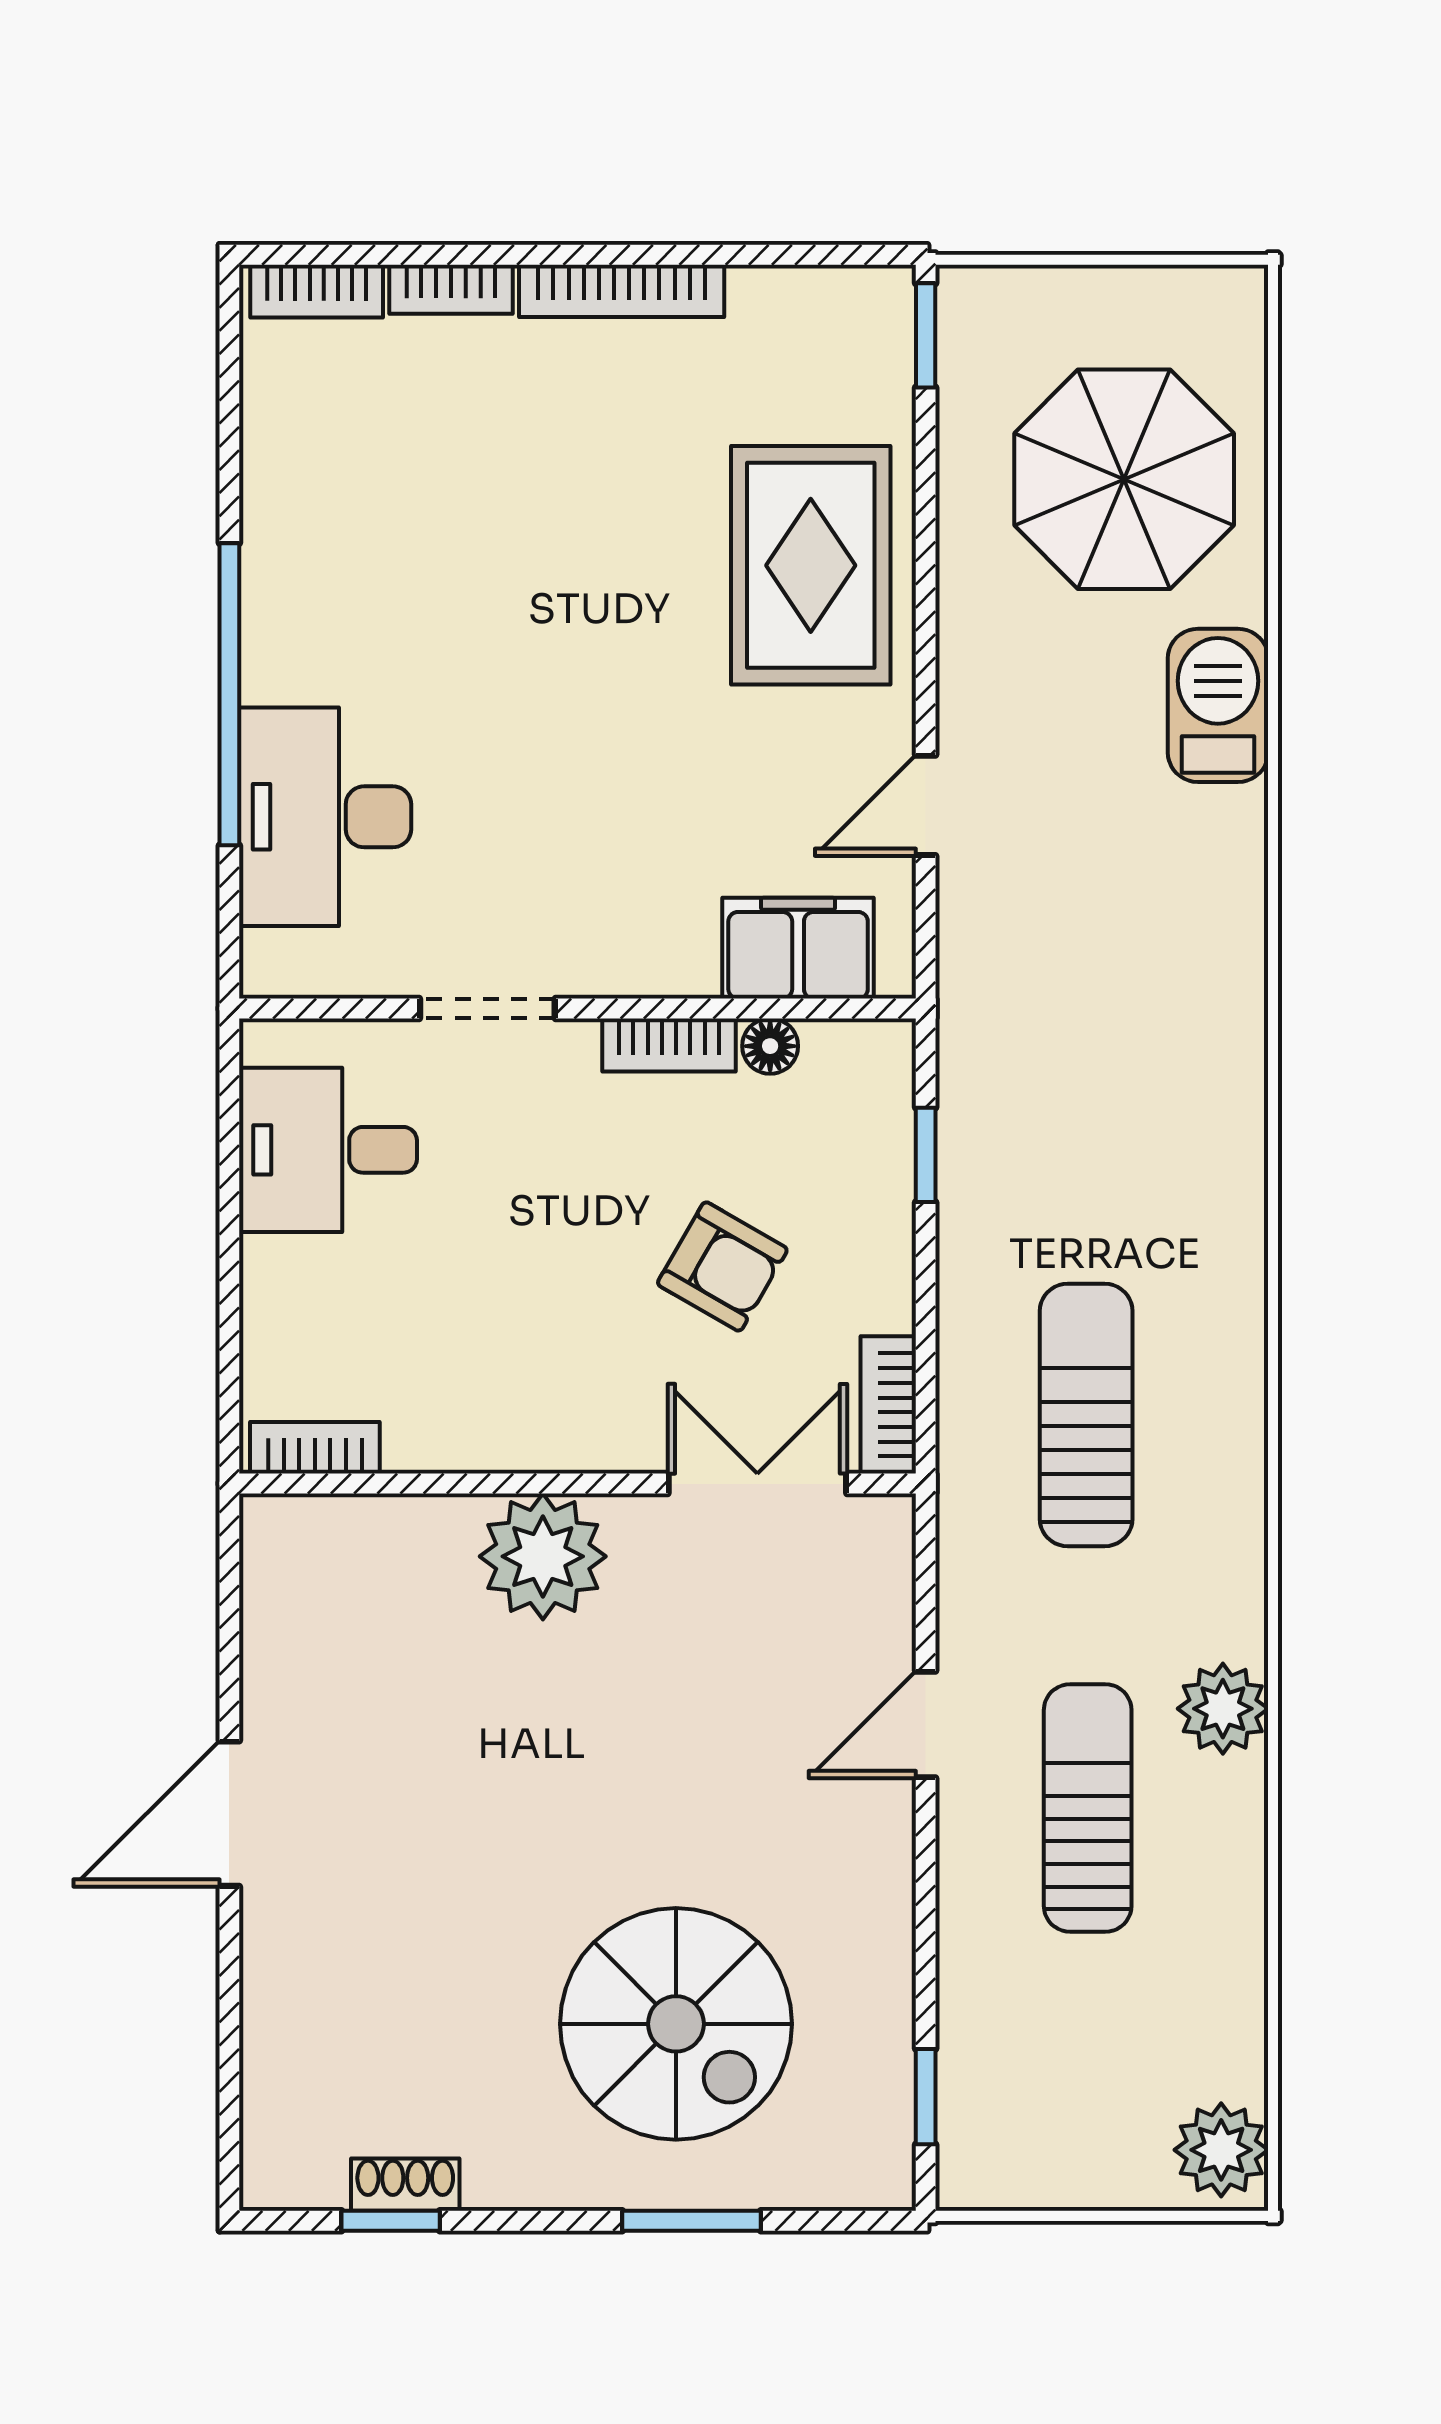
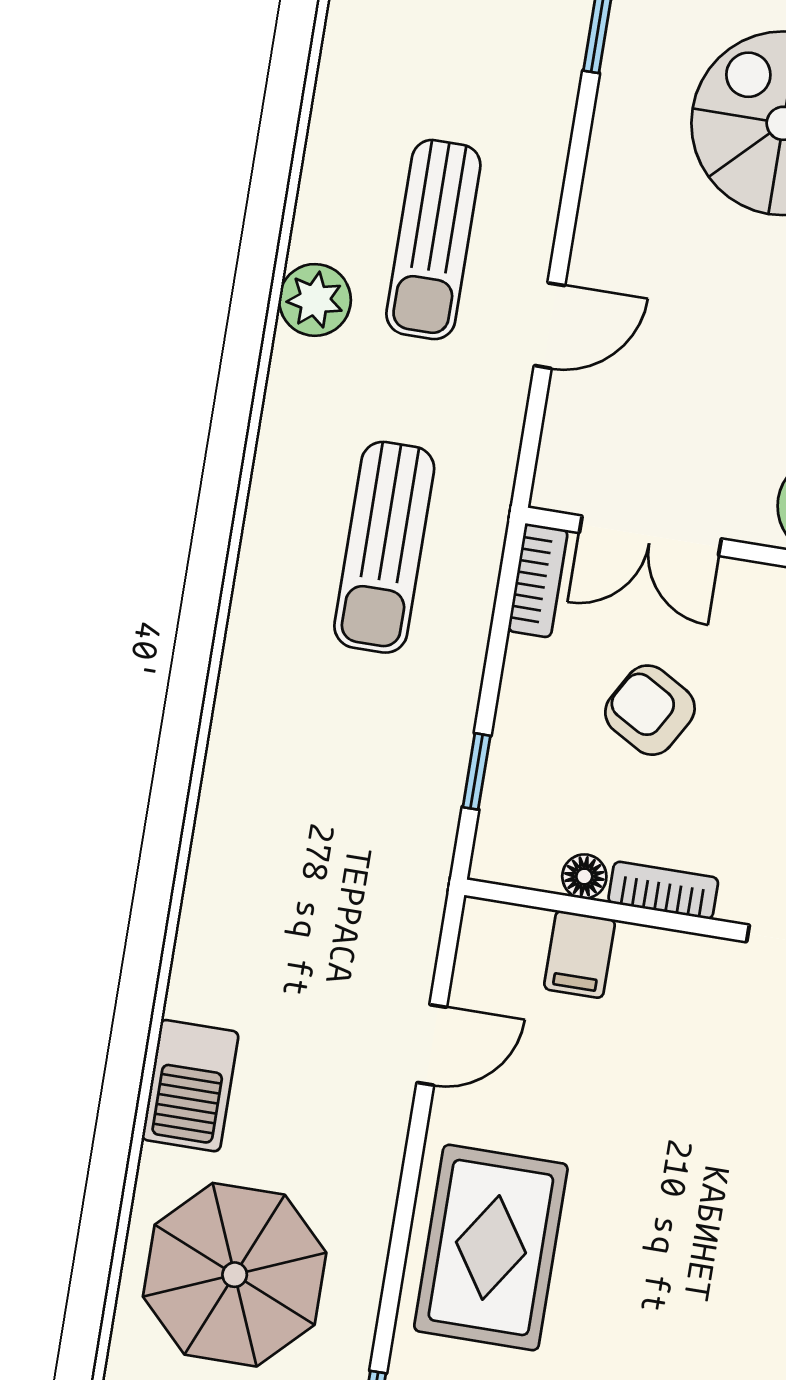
filing cabinet: (798, 948) -> (579, 954), width x0.50

